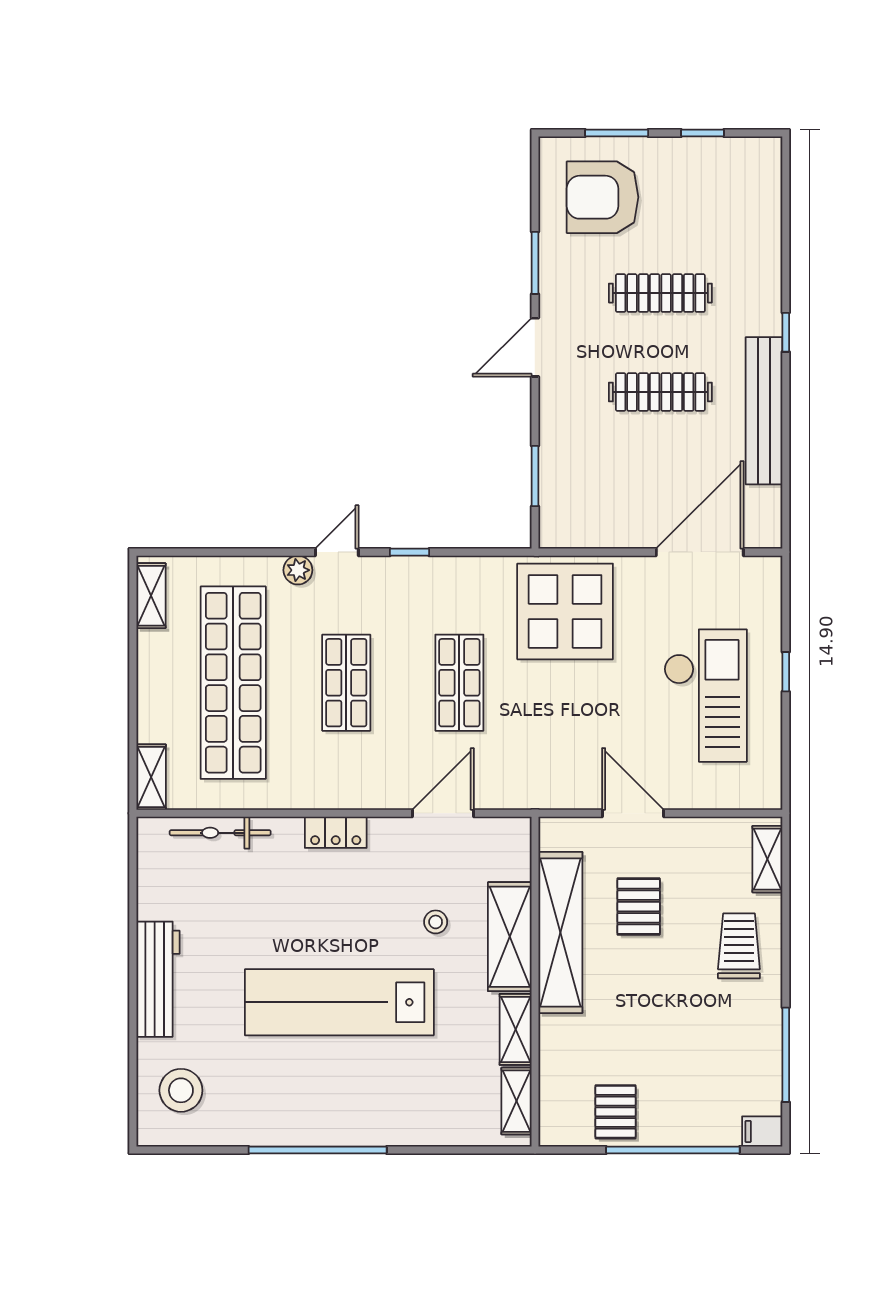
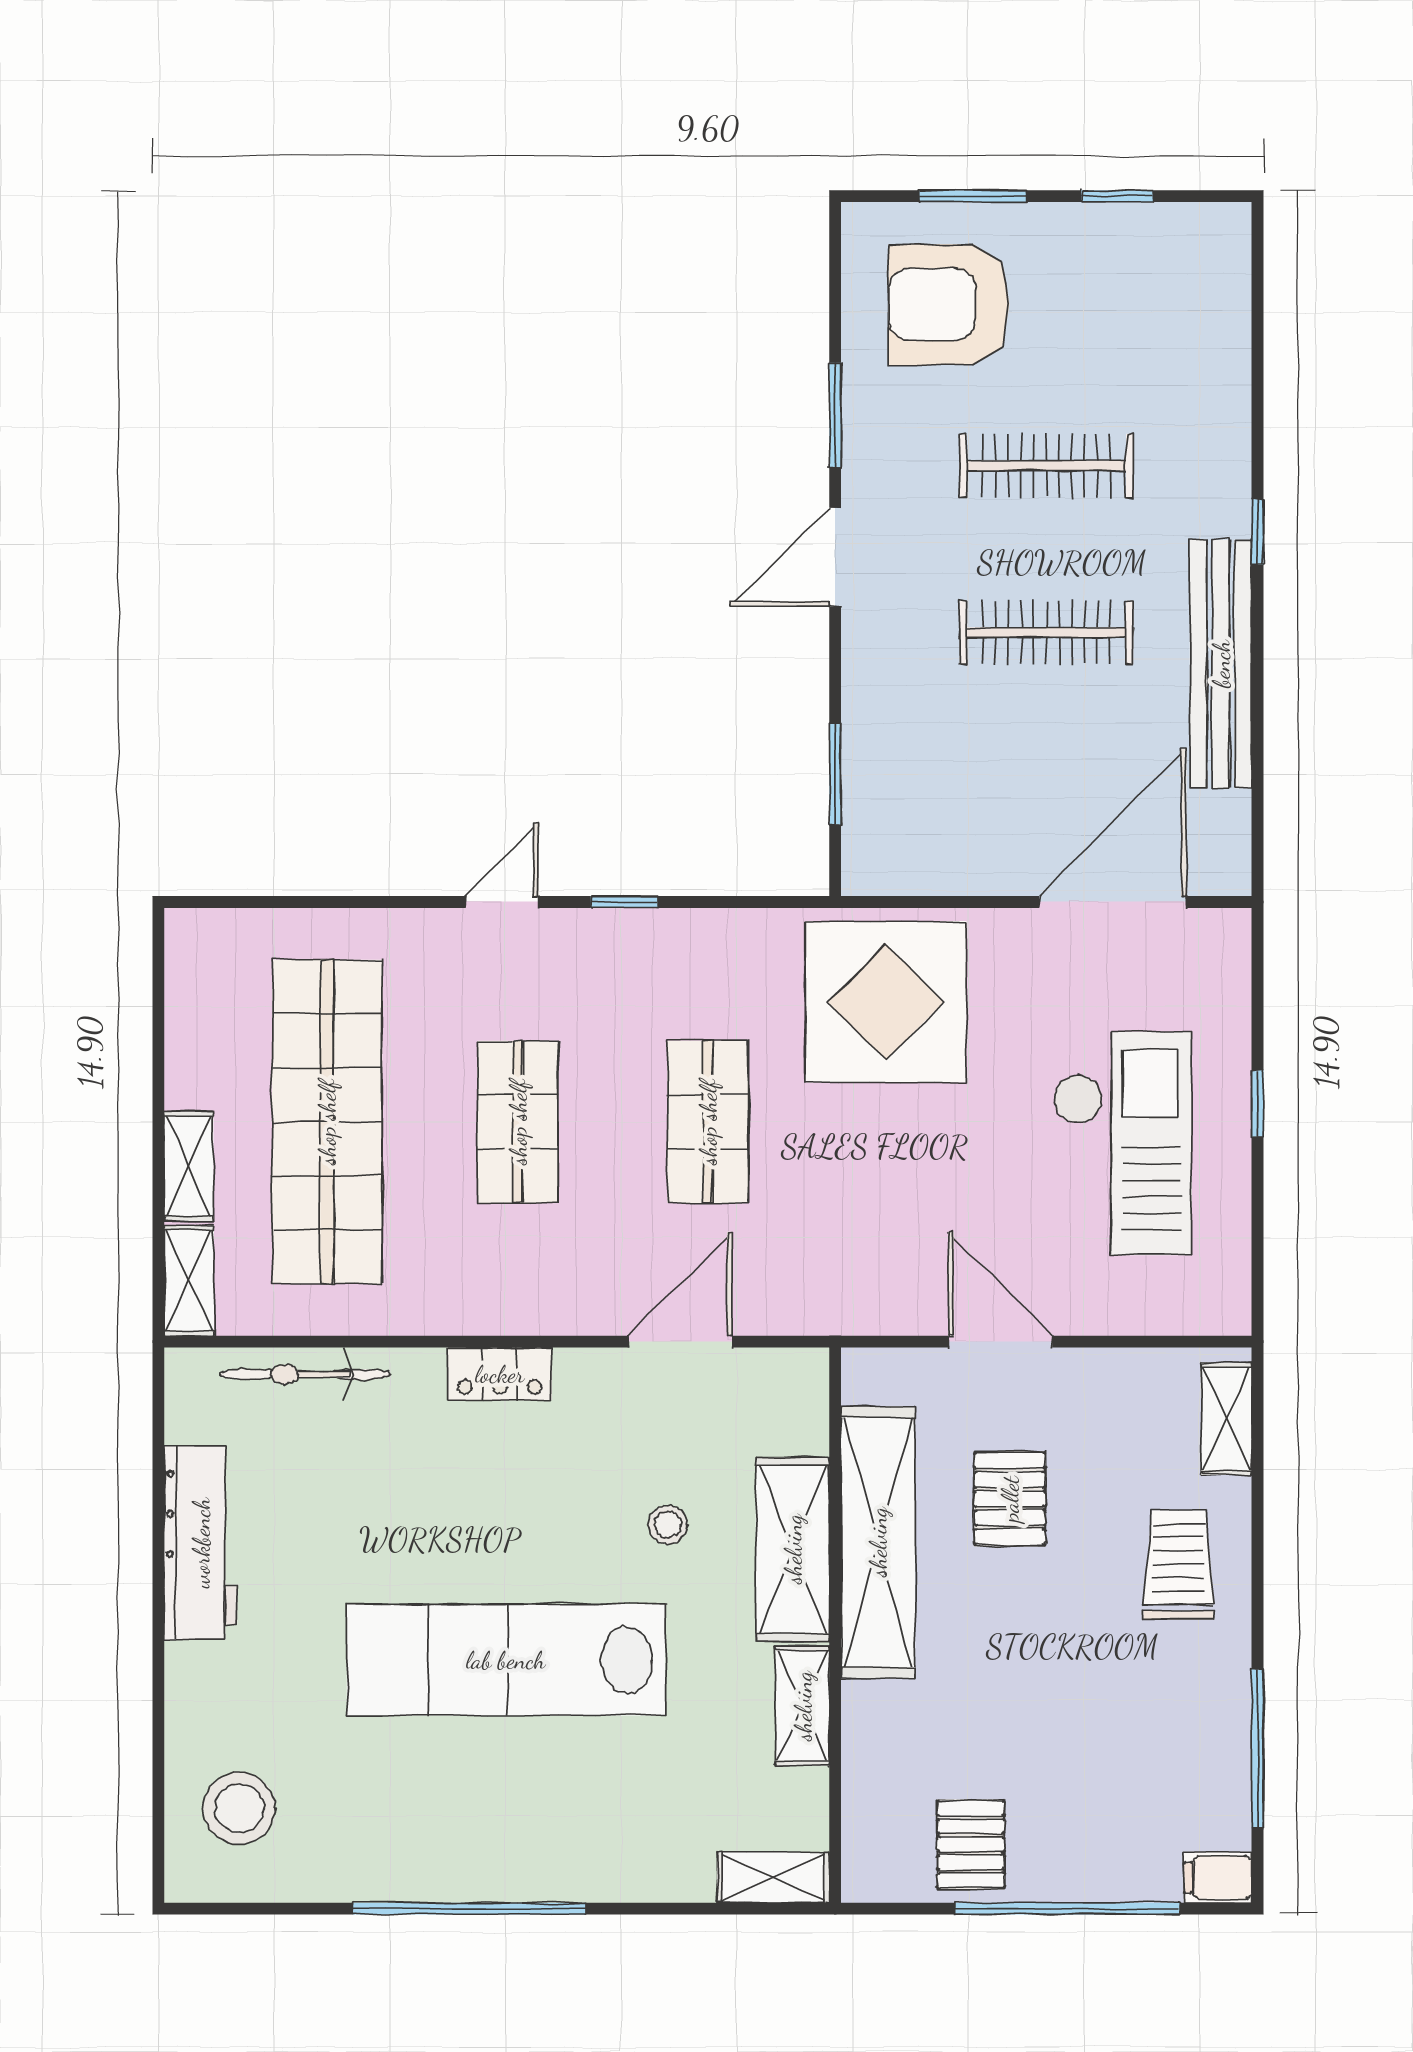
plant: (298, 570) -> (436, 932), removed
shelving: (151, 596) -> (189, 1166), moved
workbench: (158, 979) -> (201, 1543), moved
shelving: (516, 1101) -> (773, 1877), moved, turned 90

